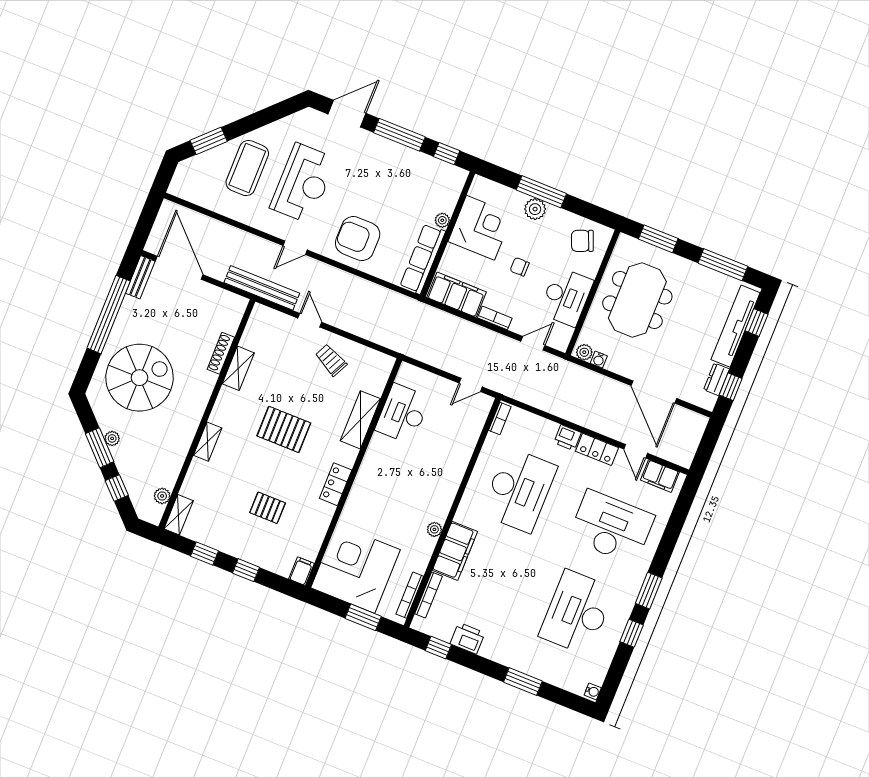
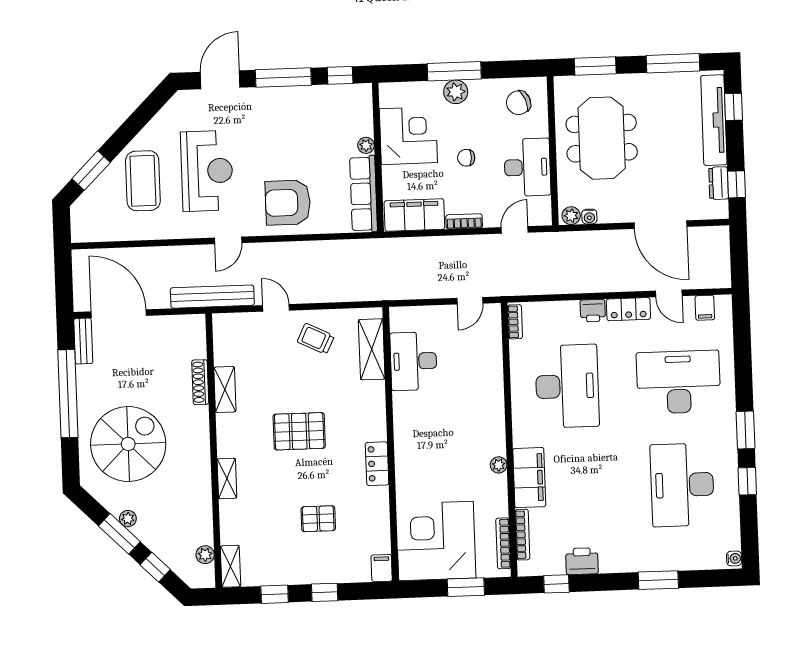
shelving: (360, 420) -> (372, 349), moved
filing cabinet: (660, 476) -> (705, 308), width x0.50

